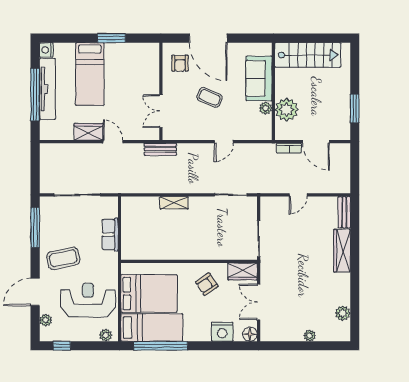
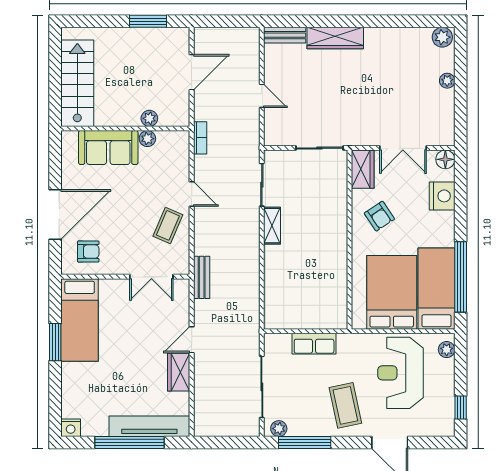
bed: (90, 74) -> (80, 320), moved, turned 90
tv unit: (47, 89) -> (149, 426), moved
coffee table: (210, 97) -> (168, 225), moved
plant: (286, 110) -> (149, 118), width x0.53, depth x0.53
bookcase: (289, 148) -> (200, 138), moved
shelving: (174, 203) -> (272, 226), moved
plant: (343, 313) -> (442, 37), moved
plant: (46, 320) -> (279, 429), moved

